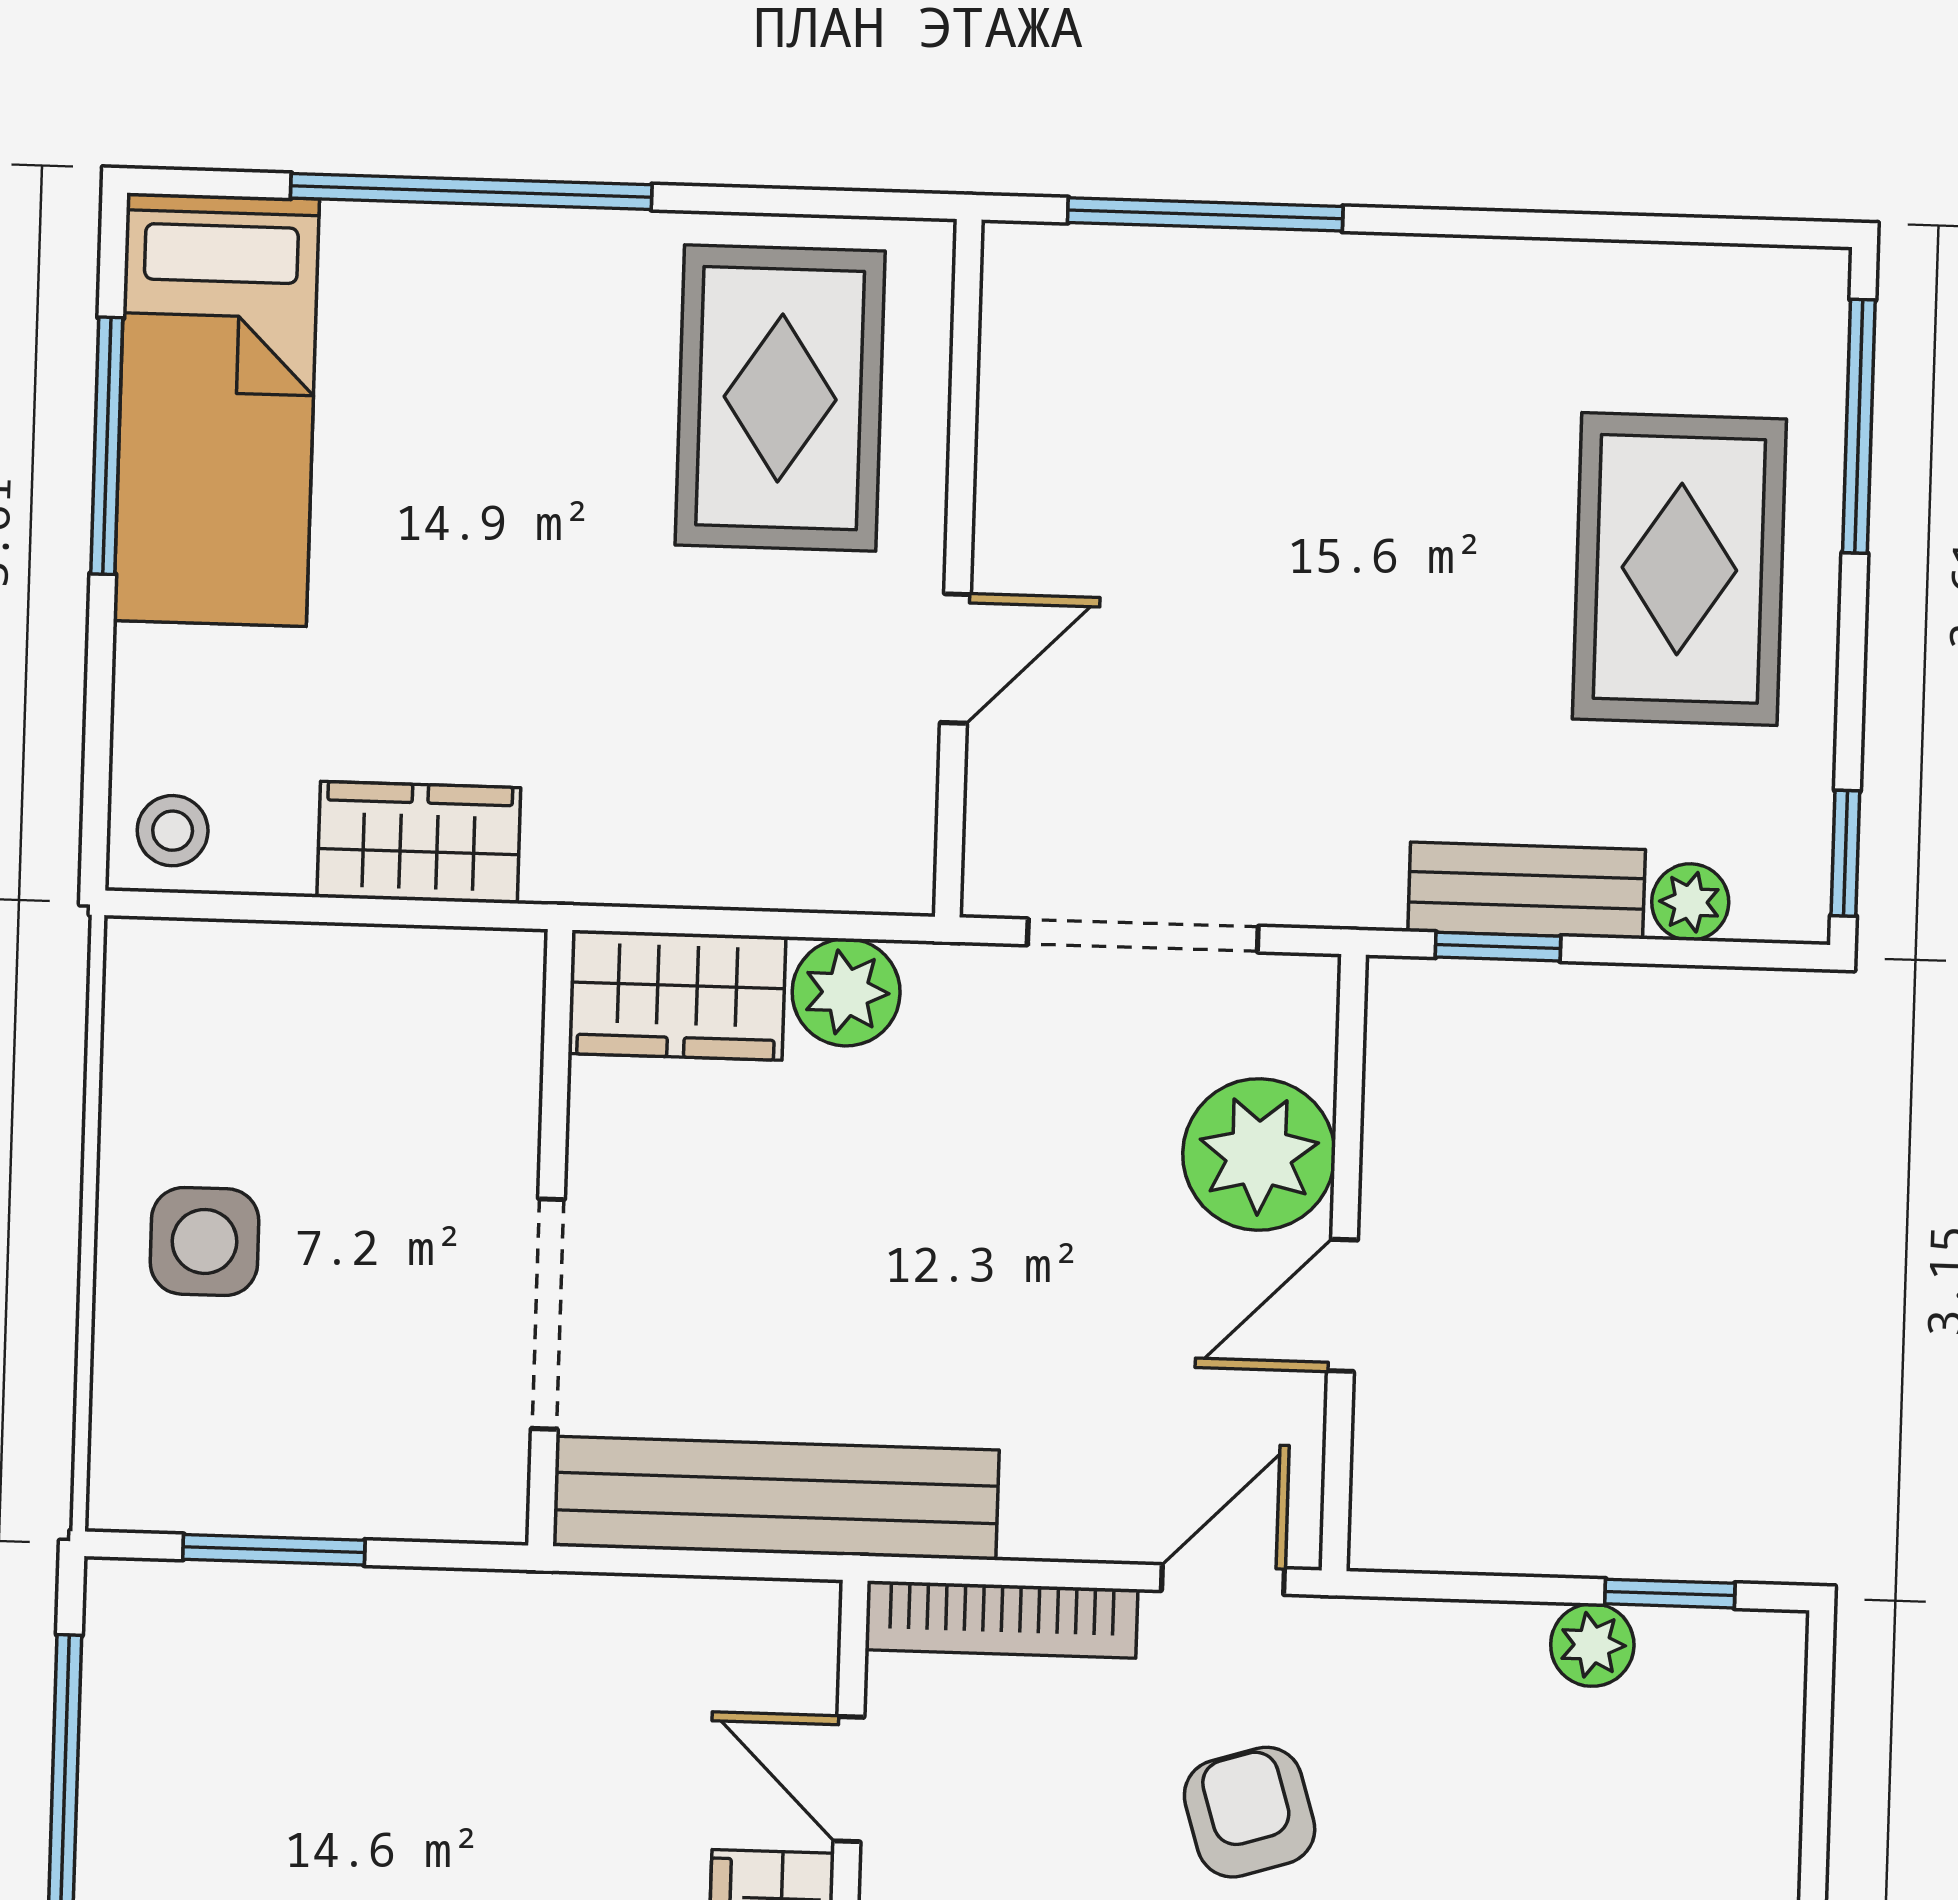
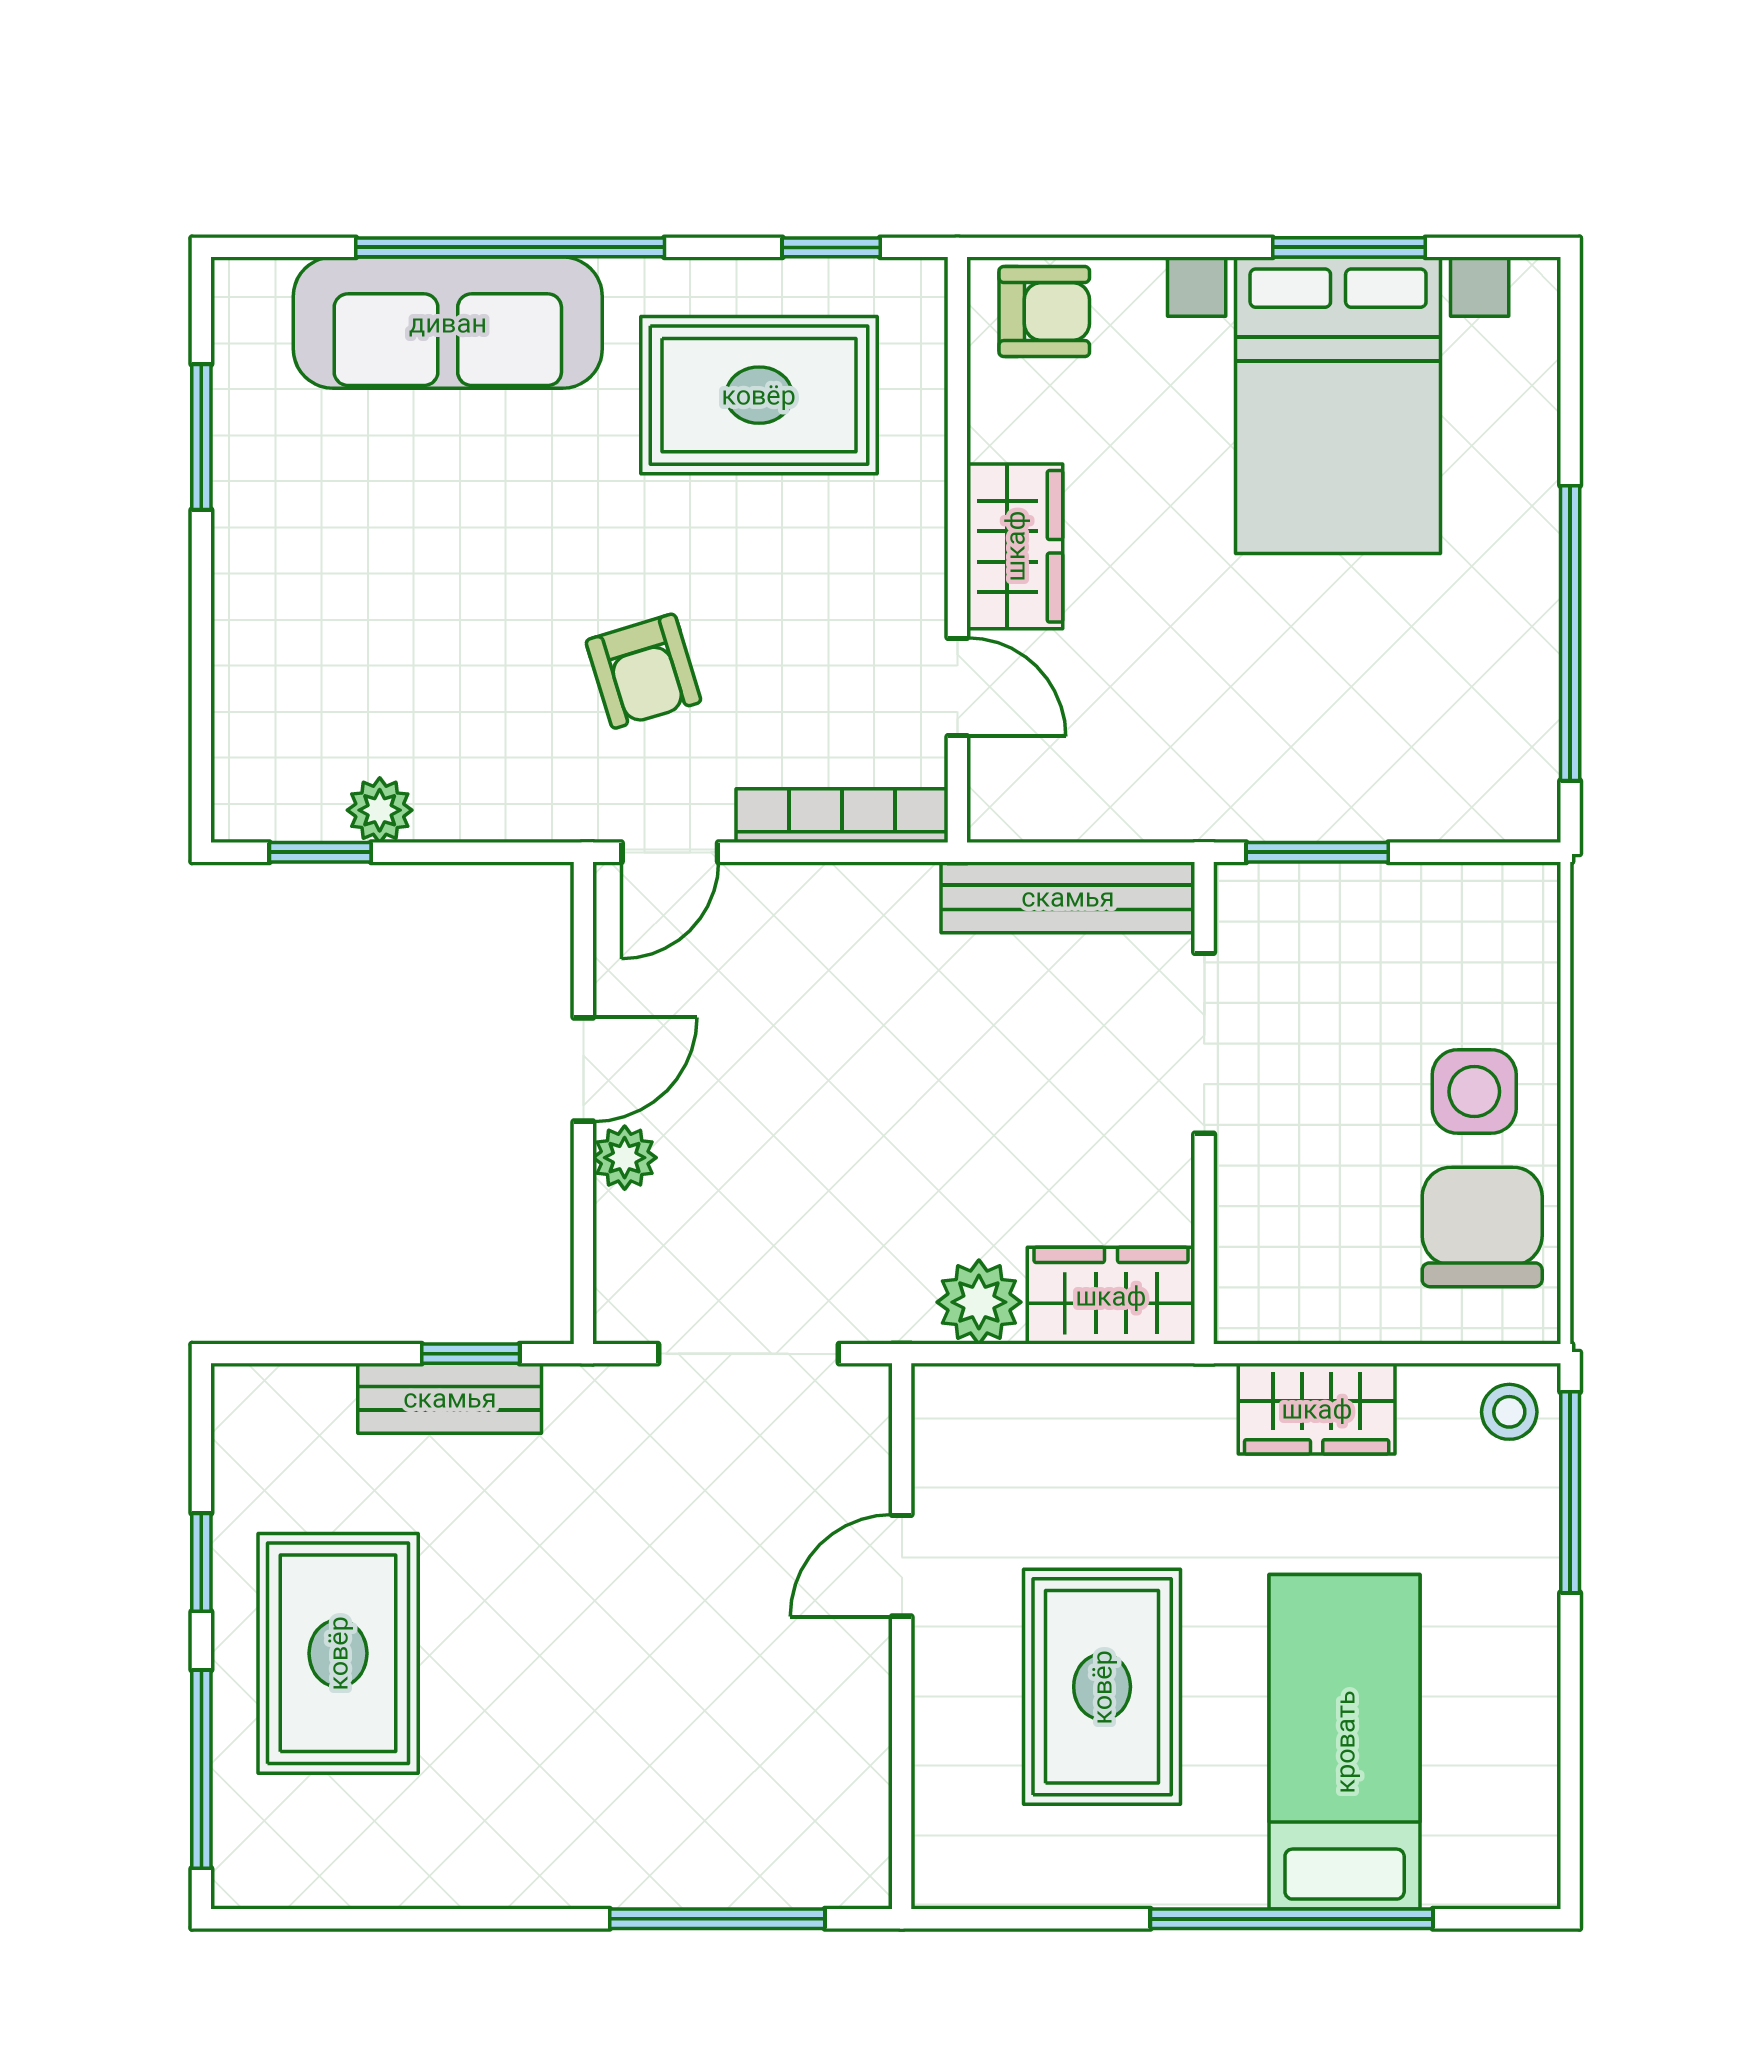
rug: (780, 398) -> (1102, 1687), moved
bed: (216, 410) -> (1345, 1742), moved
window: (107, 446) -> (1570, 1492), moved
window: (1845, 853) -> (201, 1562), moved
plant: (1690, 902) -> (321, 1393), removed
chair: (200, 1068) -> (1482, 1227), added
plant: (1259, 1154) -> (625, 1158), width x0.53, depth x0.53
bench: (776, 1498) -> (1068, 897), width x0.73, depth x0.82
window: (274, 1550) -> (1317, 852), moved

